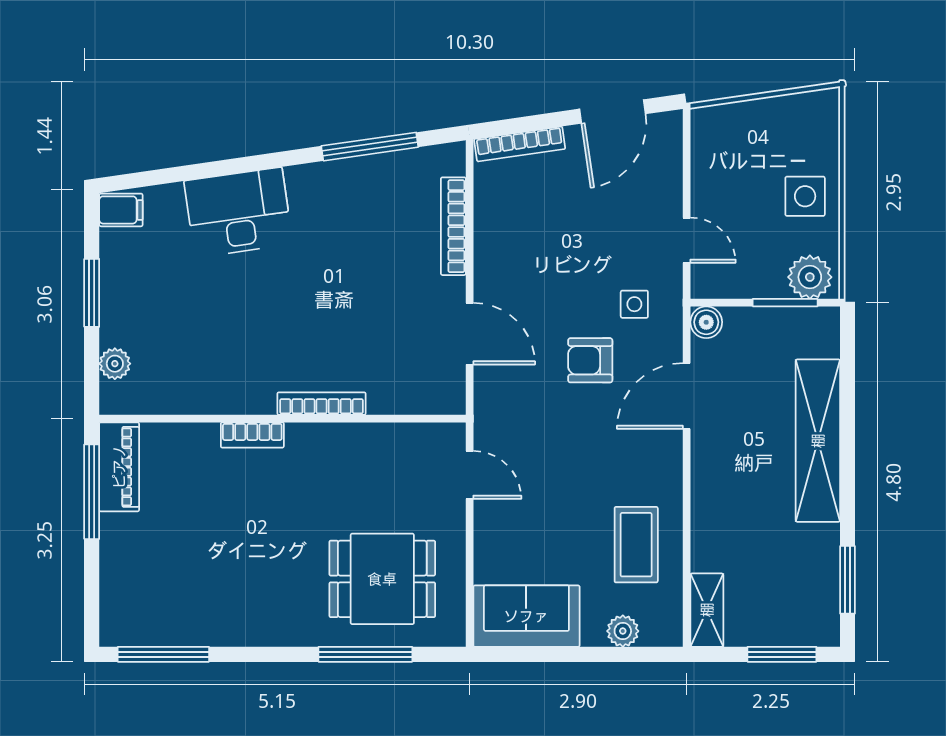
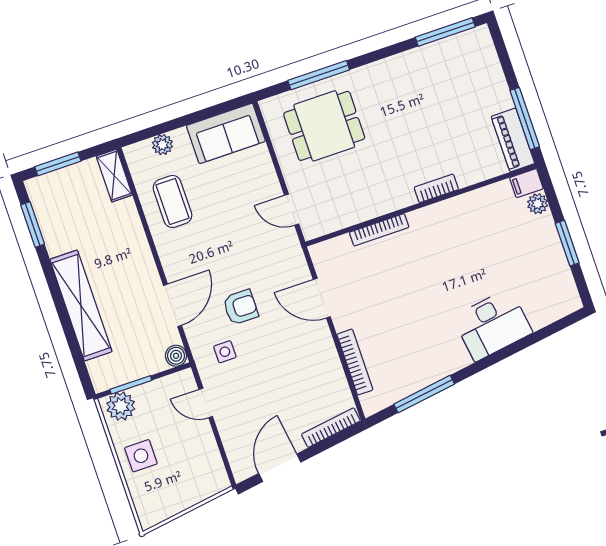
filing cabinet: (121, 210) -> (526, 183), moved
bookcase: (322, 404) -> (379, 230), moved

